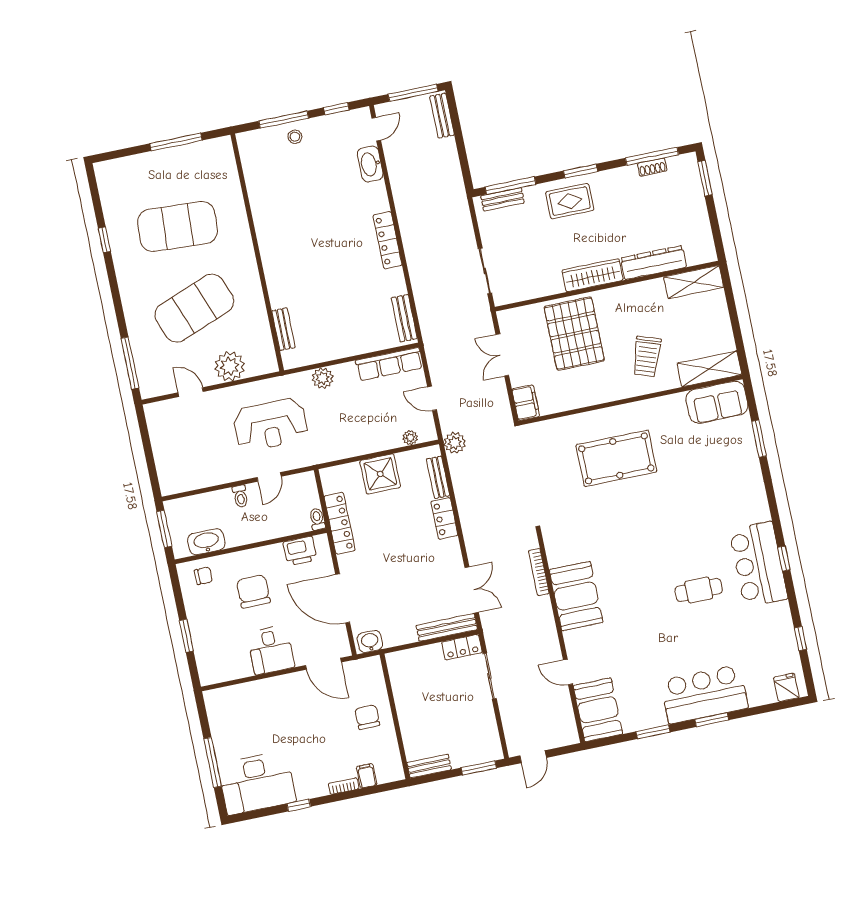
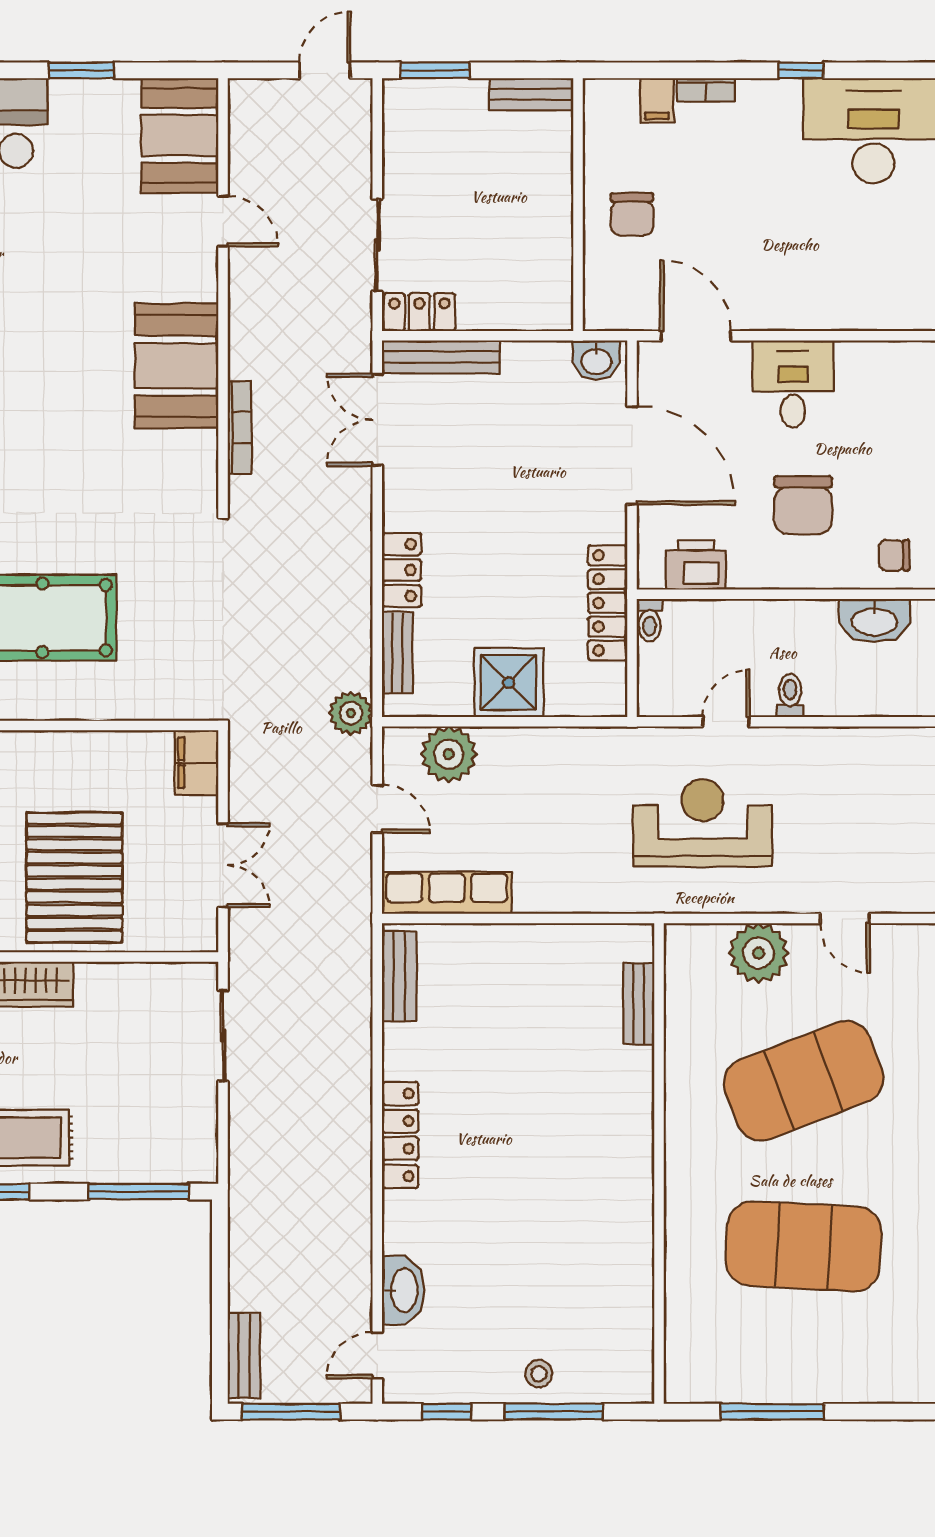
bench: (503, 199) -> (160, 1168), removed
plant: (323, 378) -> (582, 892), removed
plant: (410, 438) -> (449, 754), width x1.88, depth x1.88

